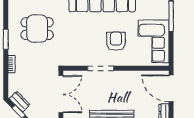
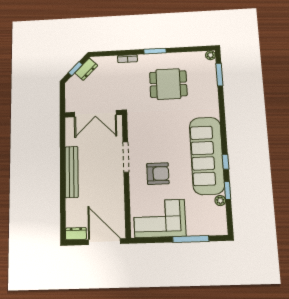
dining table: (37, 29) -> (168, 84), turned 90
door: (171, 88) -> (104, 242), hinge flipped

